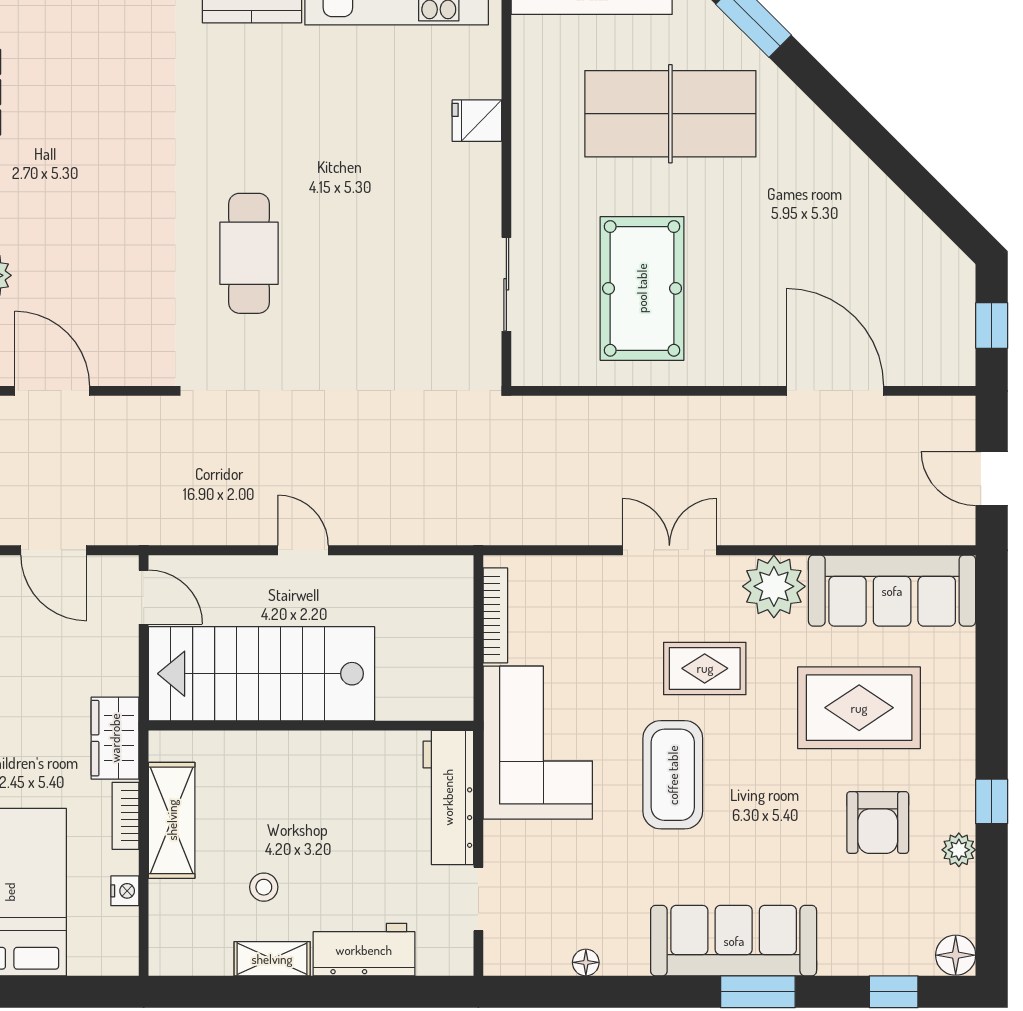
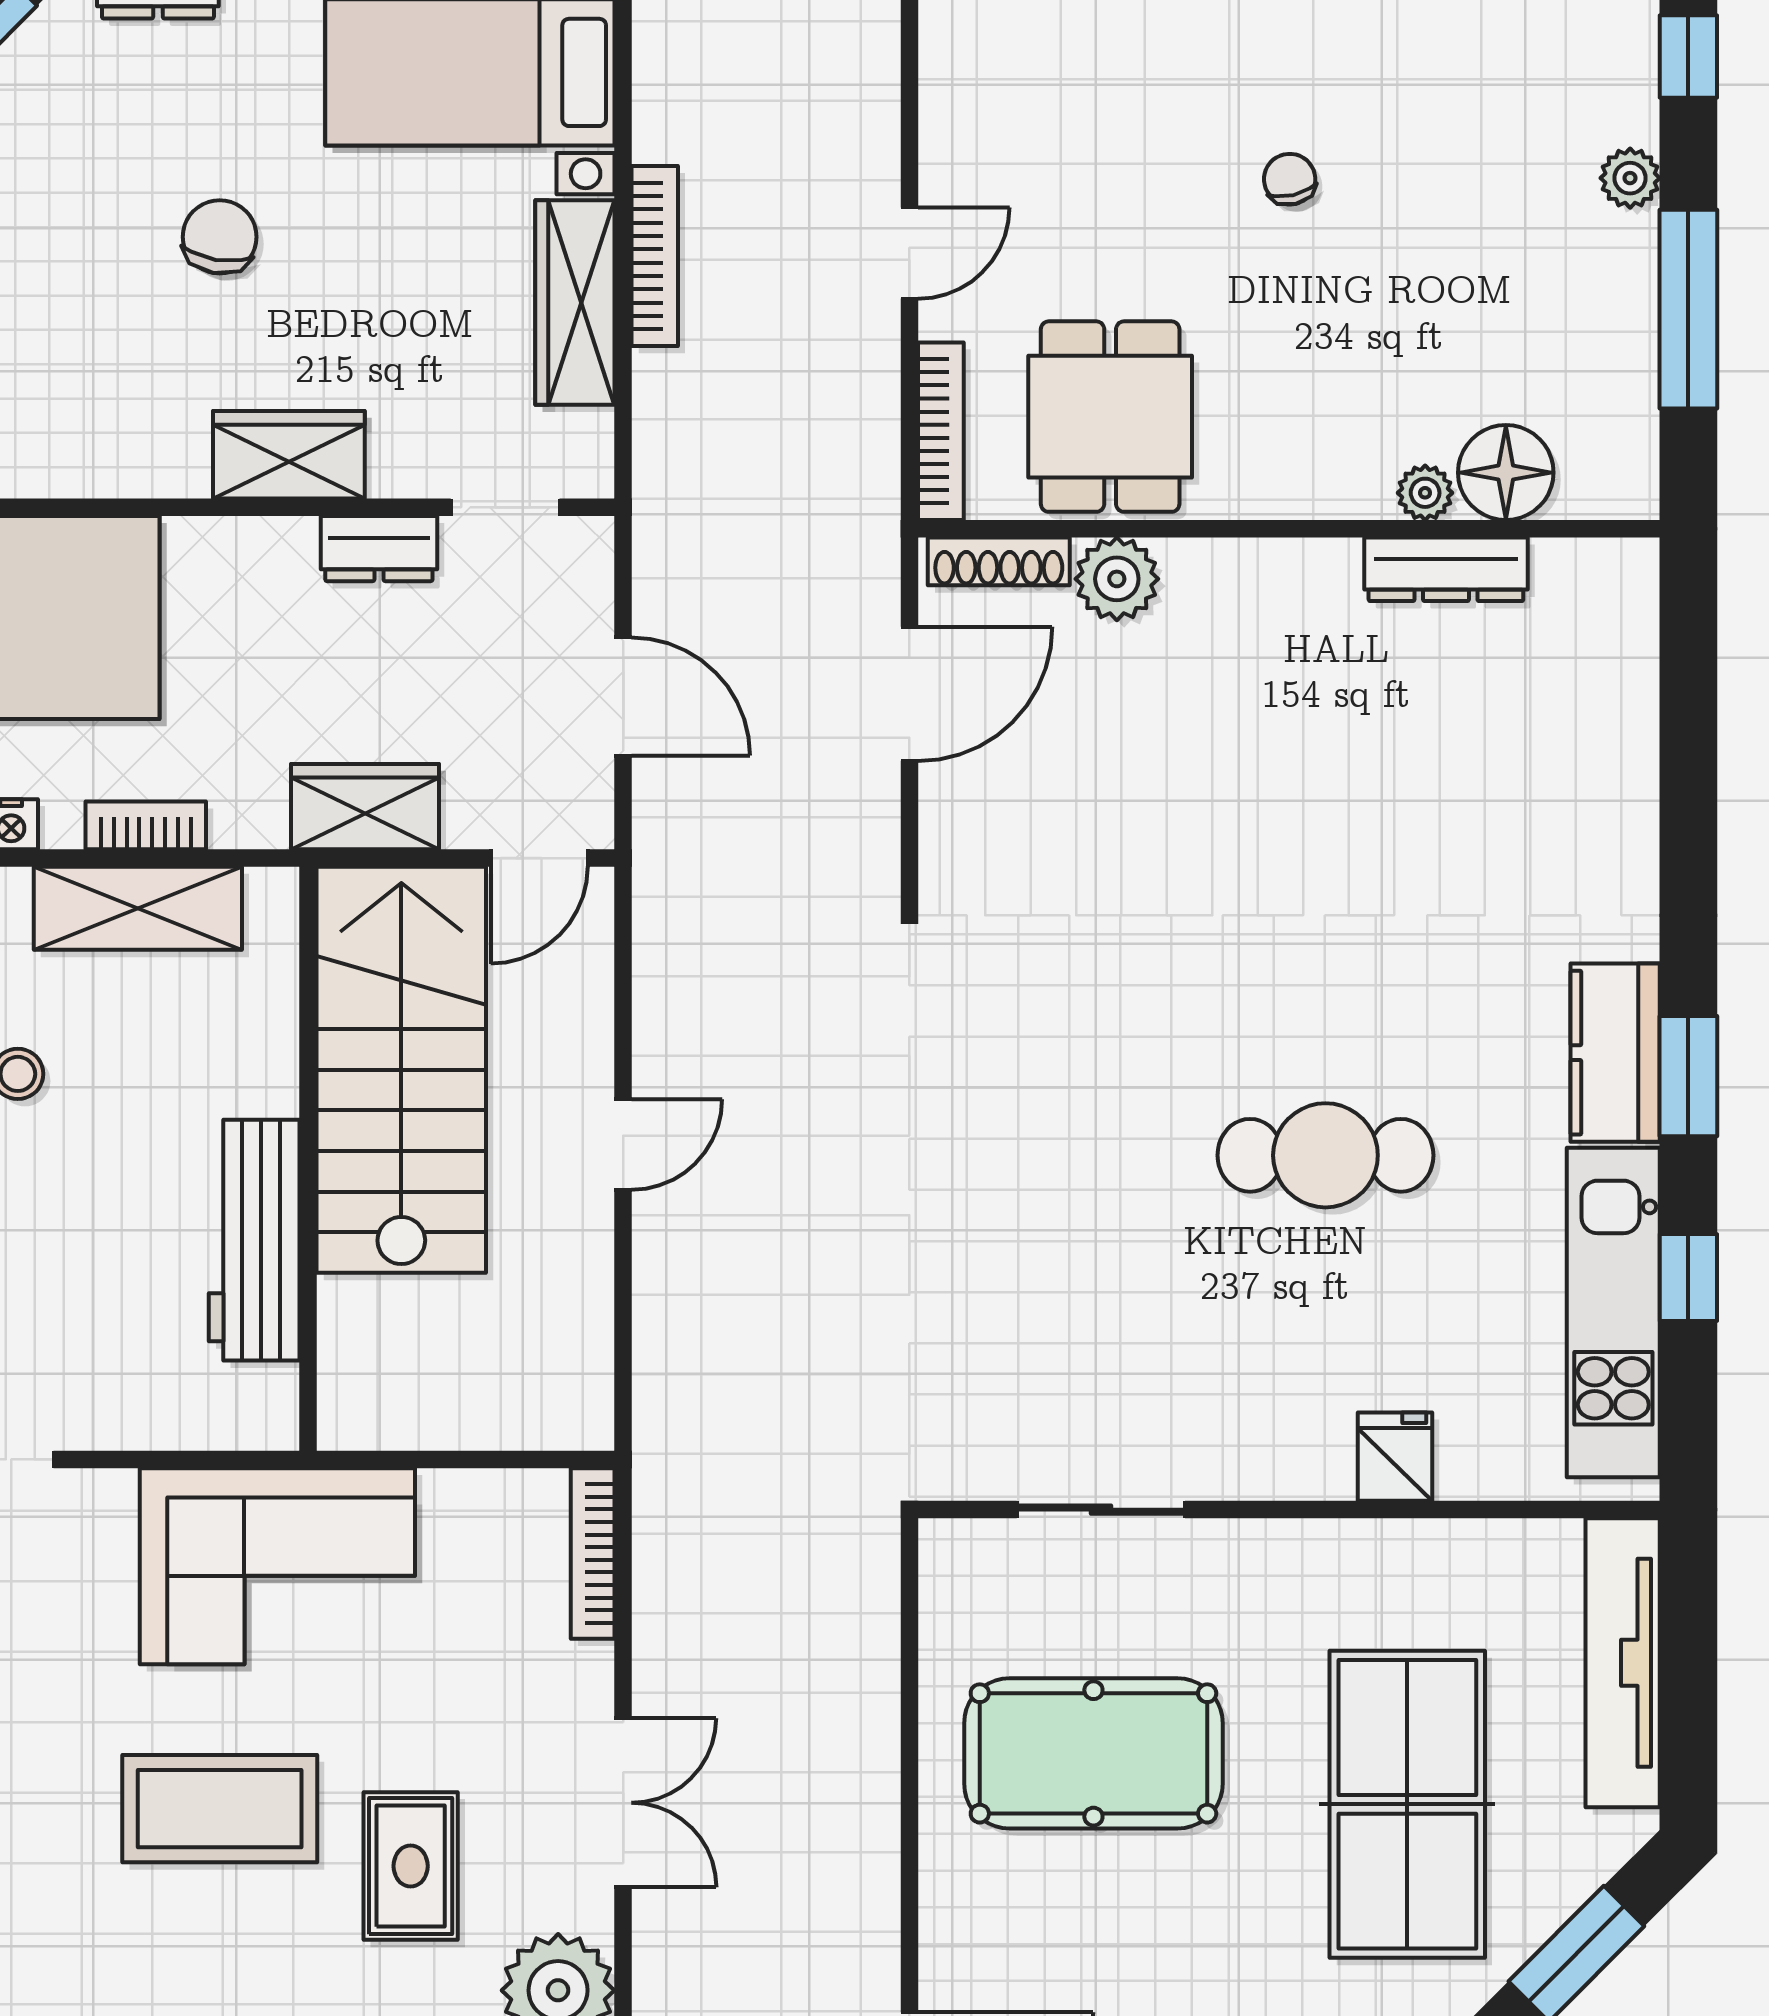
cafe table: (249, 253) -> (1325, 1155), moved
door: (54, 550) -> (623, 697), swing flipped
bookcase: (495, 615) -> (593, 1553), moved, turned 90
wardrobe: (115, 738) -> (365, 807), moved
workbench: (448, 797) -> (254, 1240), moved, turned -90

